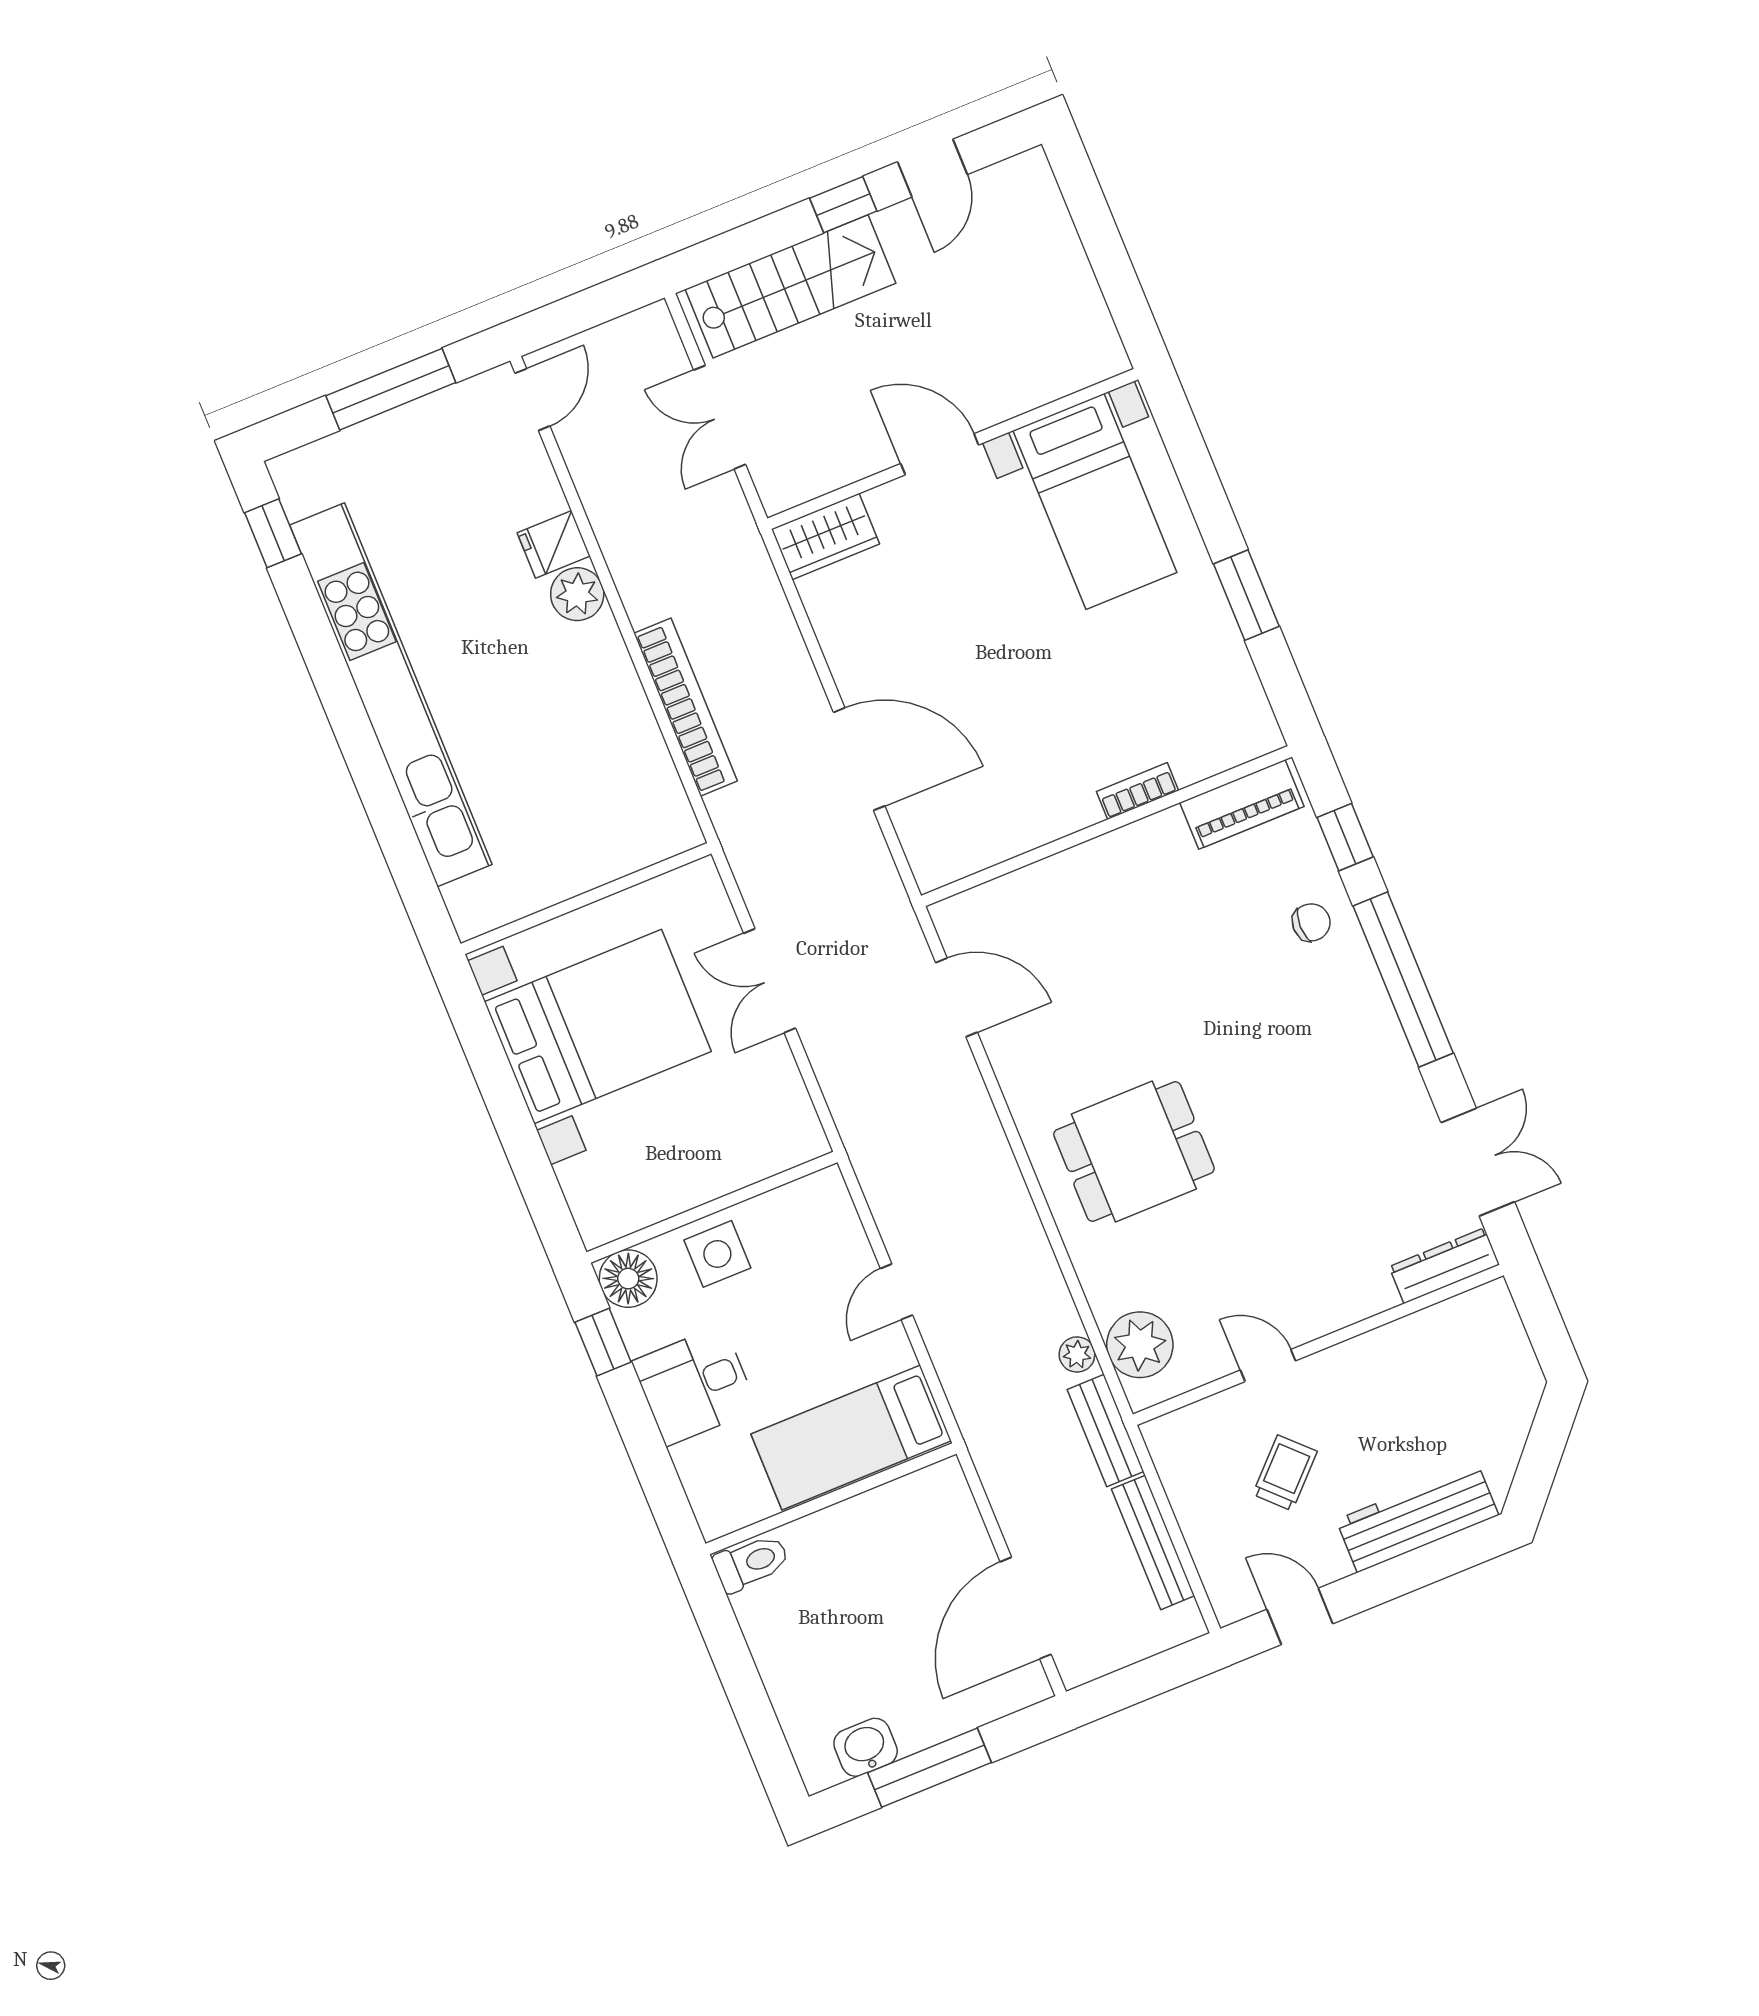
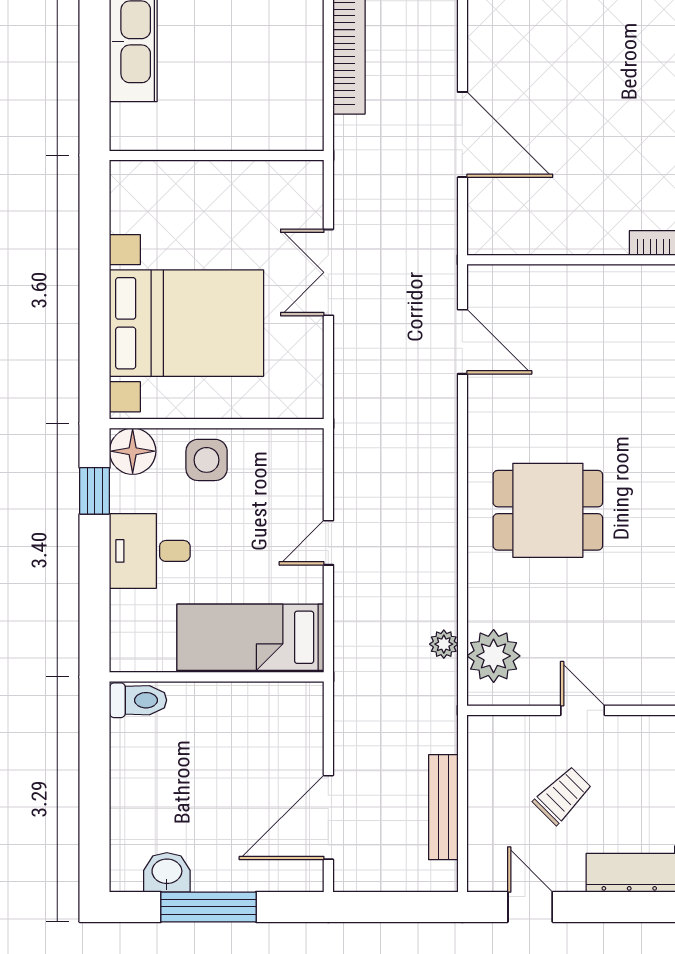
bed with nightstands: (598, 1027) -> (187, 323), moved
bench: (1105, 1431) -> (442, 709), removed

